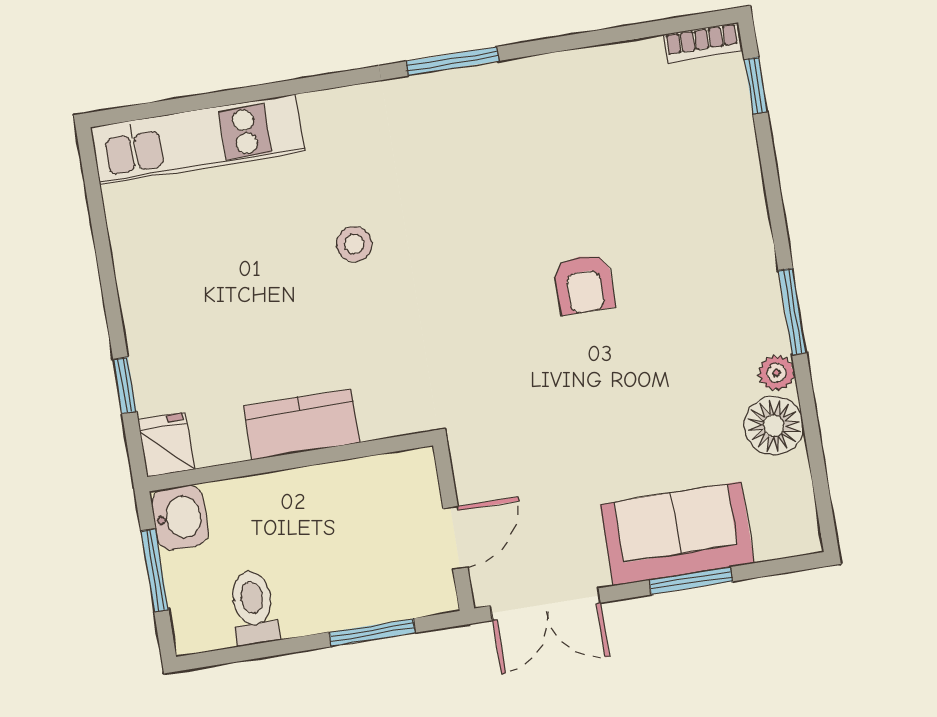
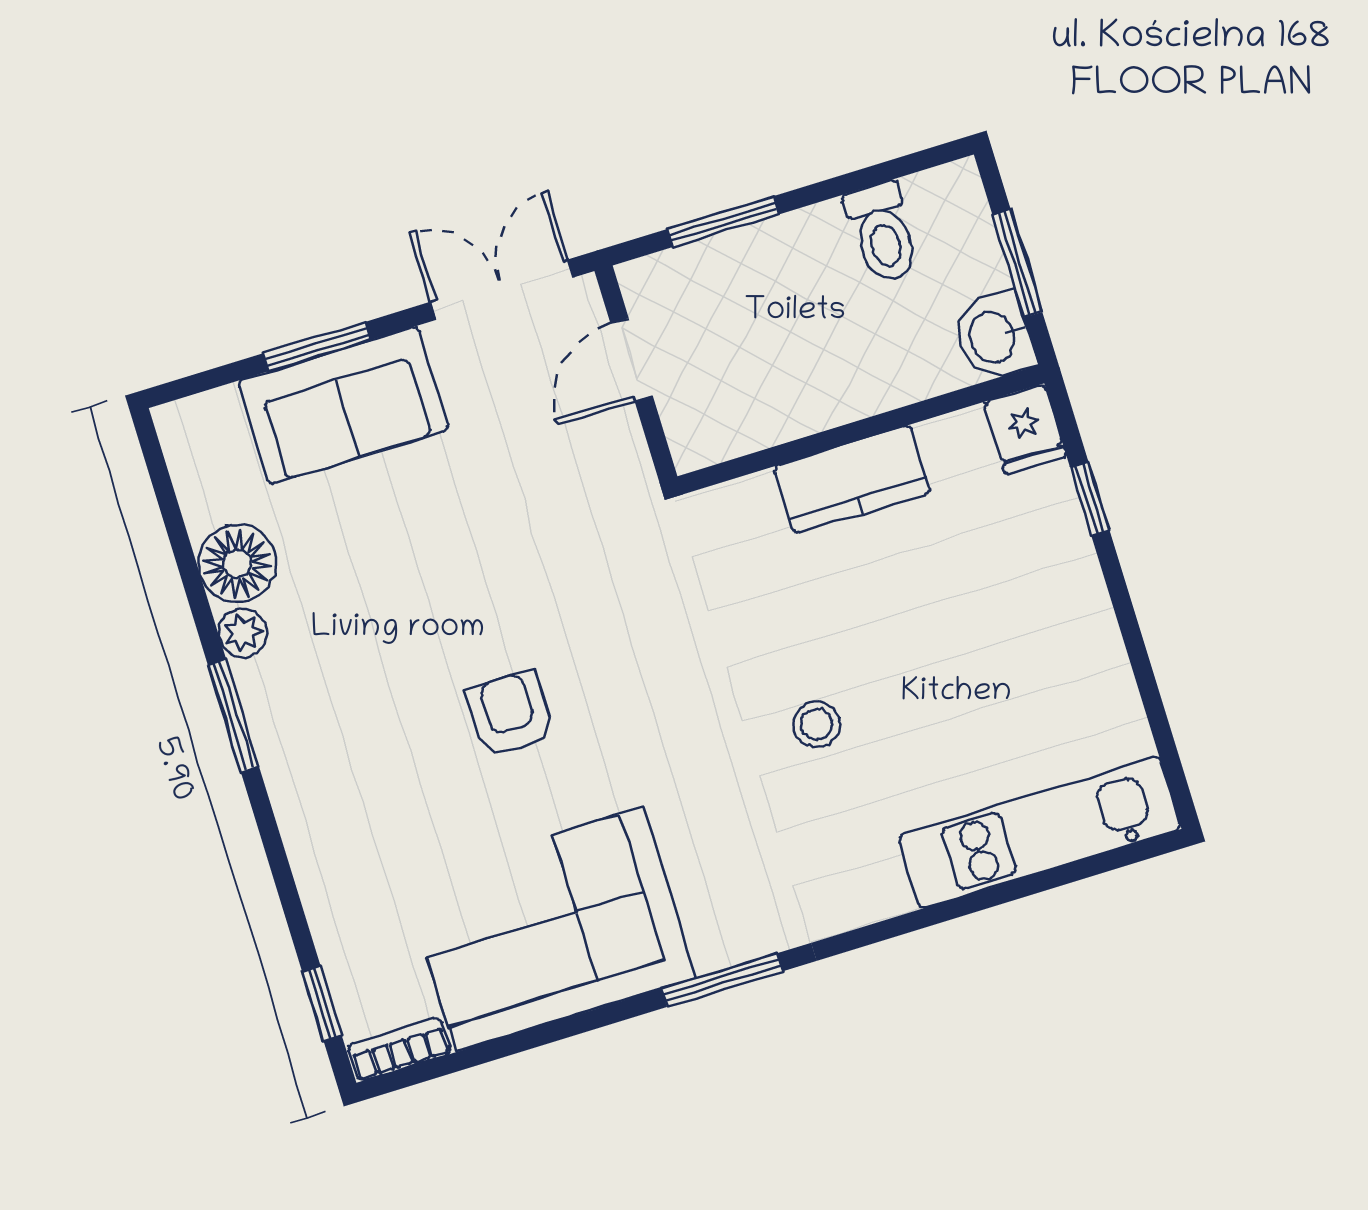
corner sofa: (576, 117) -> (550, 929), added

